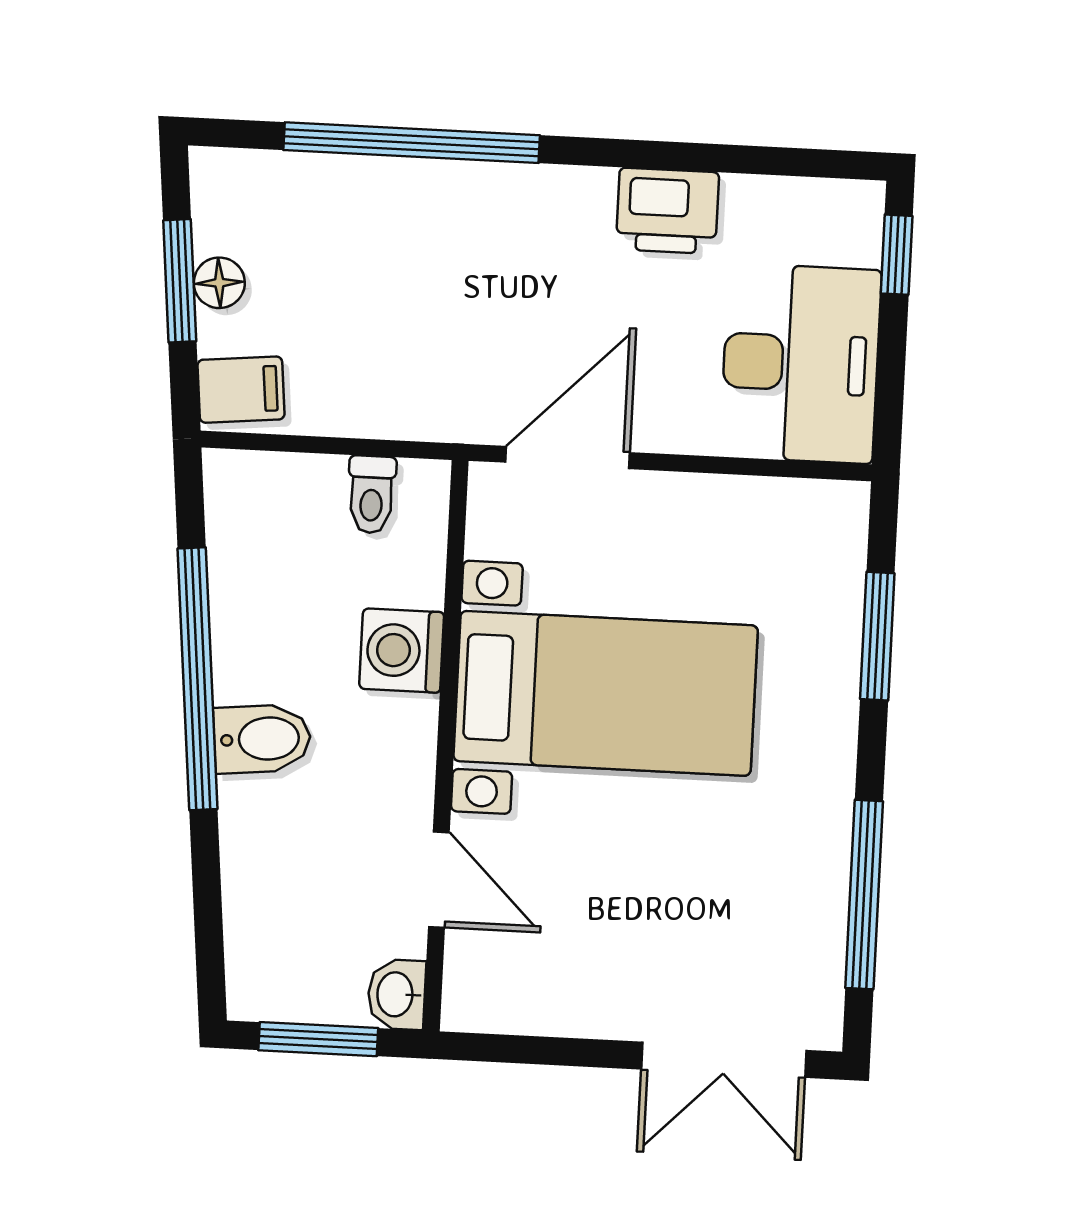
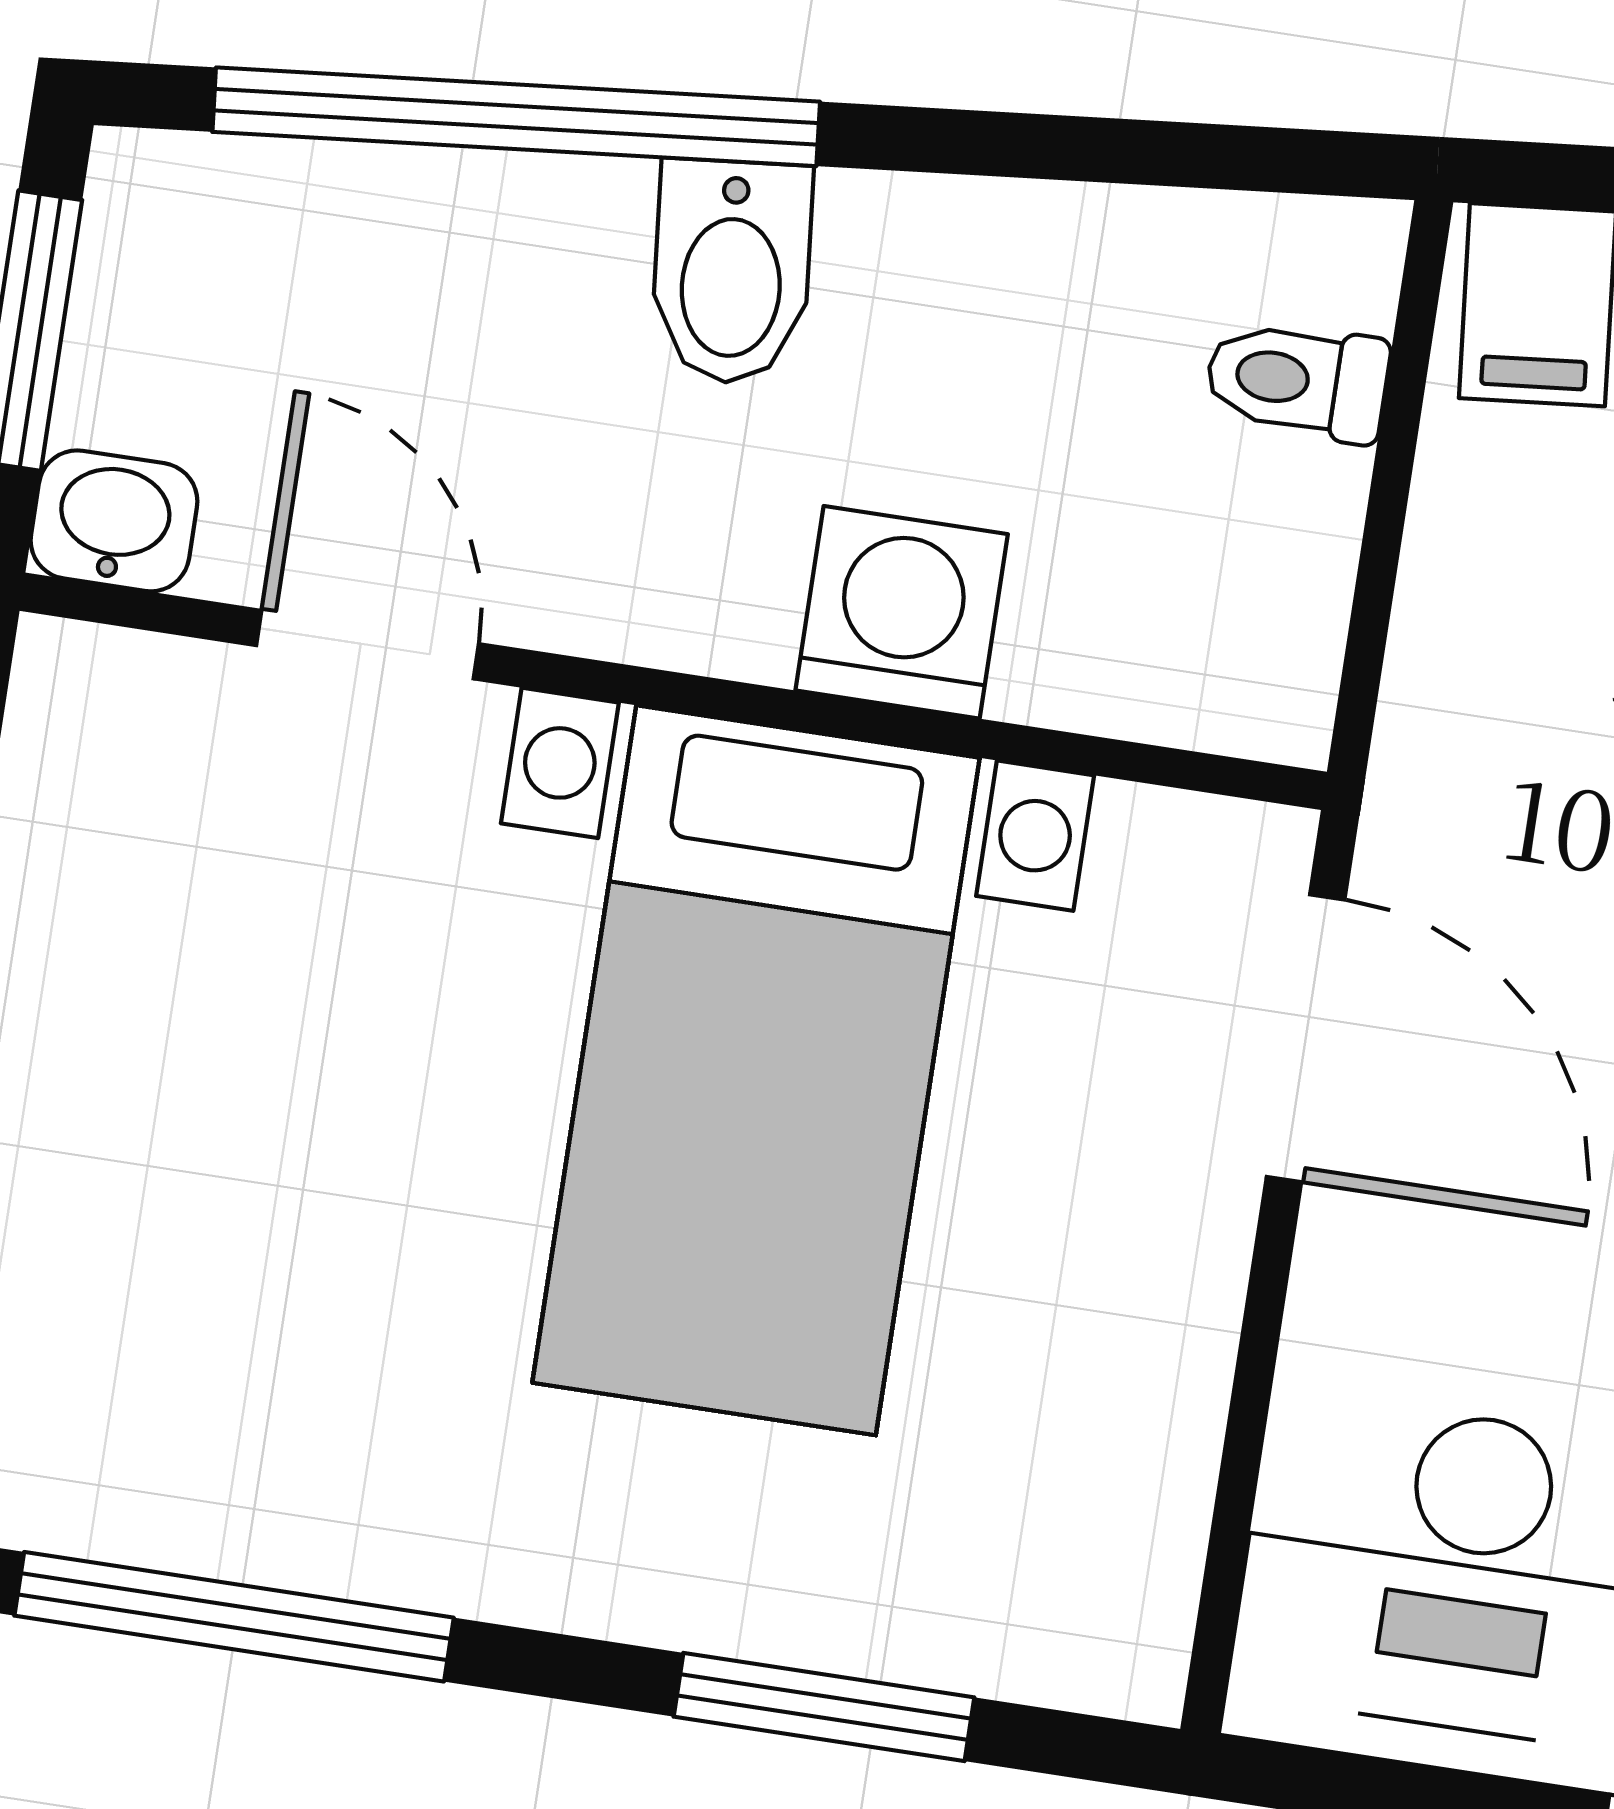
toilet: (371, 494) -> (1297, 380), moved
window: (197, 679) -> (516, 117), moved
door: (439, 880) -> (367, 645), swing flipped

